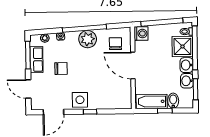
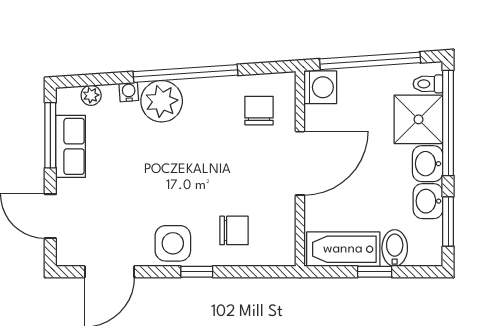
plant: (88, 39) -> (162, 101), moved
door: (133, 65) -> (300, 163), swing flipped
chair: (61, 69) -> (234, 230), moved

